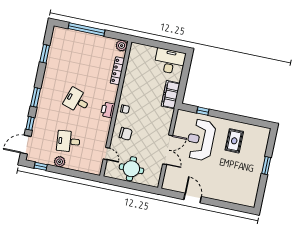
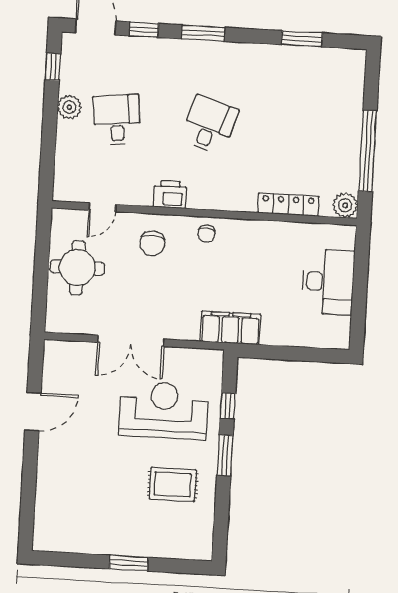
window: (87, 29) -> (368, 151), moved
desk: (170, 61) -> (328, 282), moved
filing cabinet: (171, 95) -> (230, 328), moved
printer: (108, 110) -> (170, 194), moved
window: (225, 116) -> (225, 455), added

